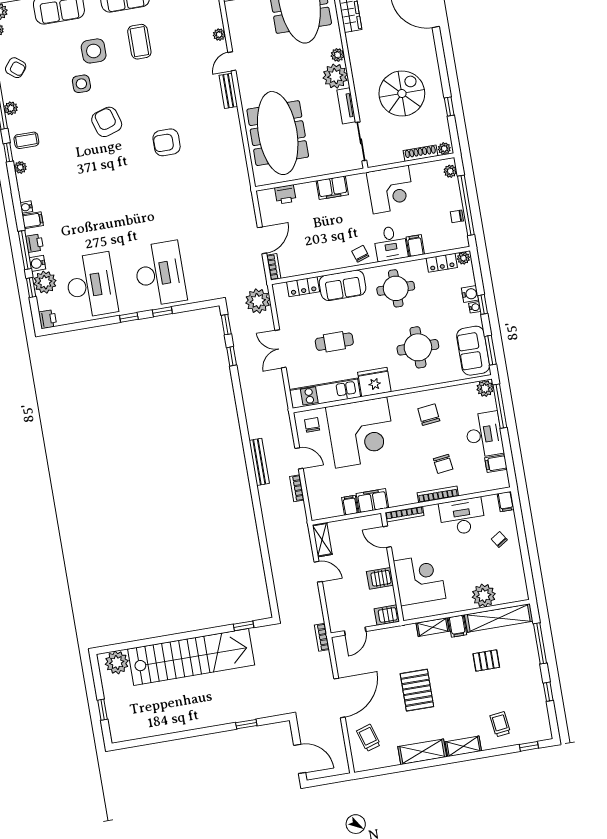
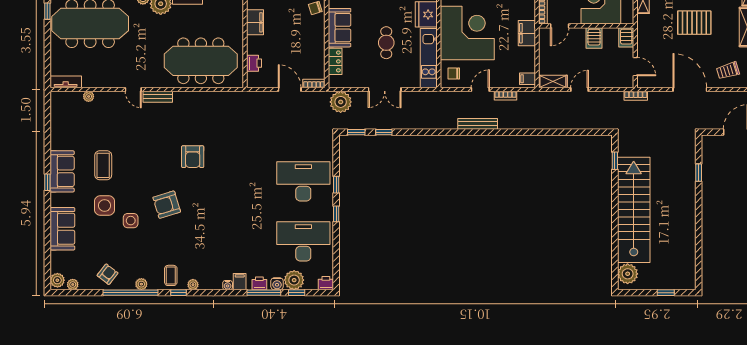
plant: (219, 35) -> (89, 96), moved
coffee table: (139, 42) -> (103, 165), turned 90
filing cabinet: (350, 505) -> (527, 79), moved

